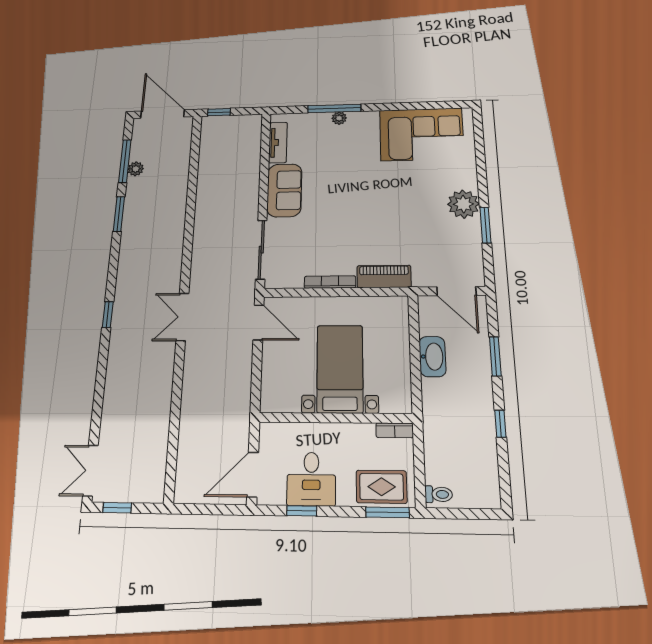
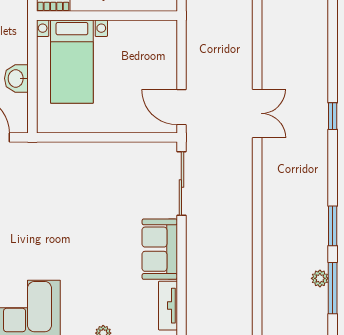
piano: (384, 276) -> (60, 153), removed
bookcase: (330, 282) -> (112, 148), removed
washbasin: (432, 357) -> (16, 78), width x0.72
bed with nightstands: (340, 369) -> (72, 62), moved

